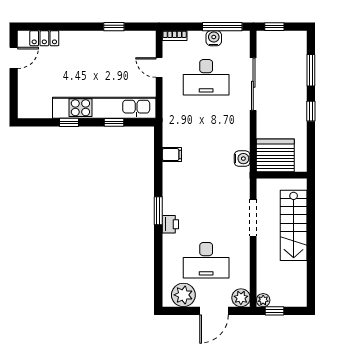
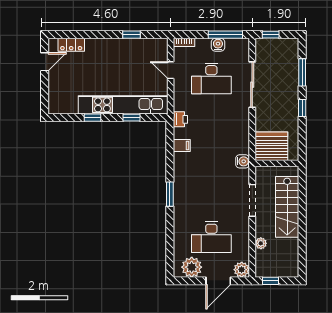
water cooler: (242, 159) -> (243, 161), moved
printer: (170, 224) -> (180, 119), moved
plant: (263, 300) -> (261, 243), moved

